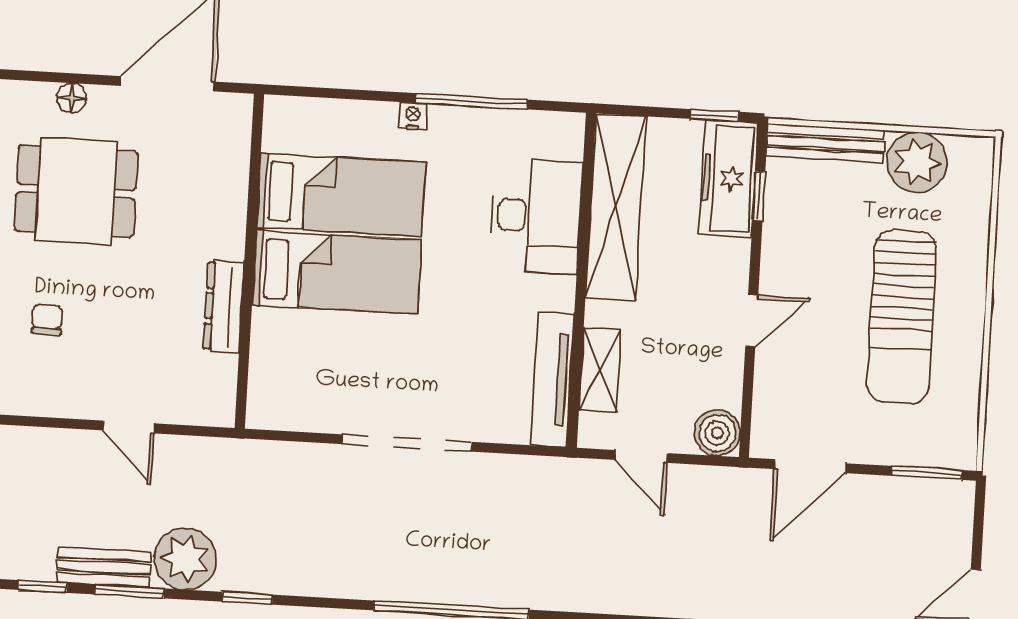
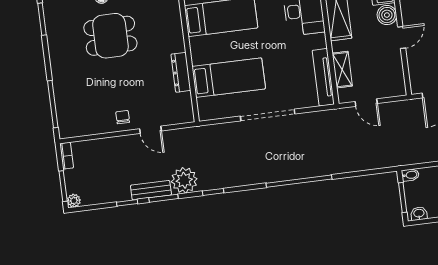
bed: (337, 272) -> (229, 78), moved
chair: (47, 320) -> (123, 117), moved
boiler: (717, 433) -> (387, 15), moved

